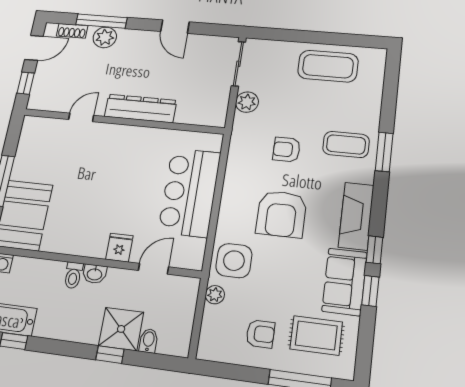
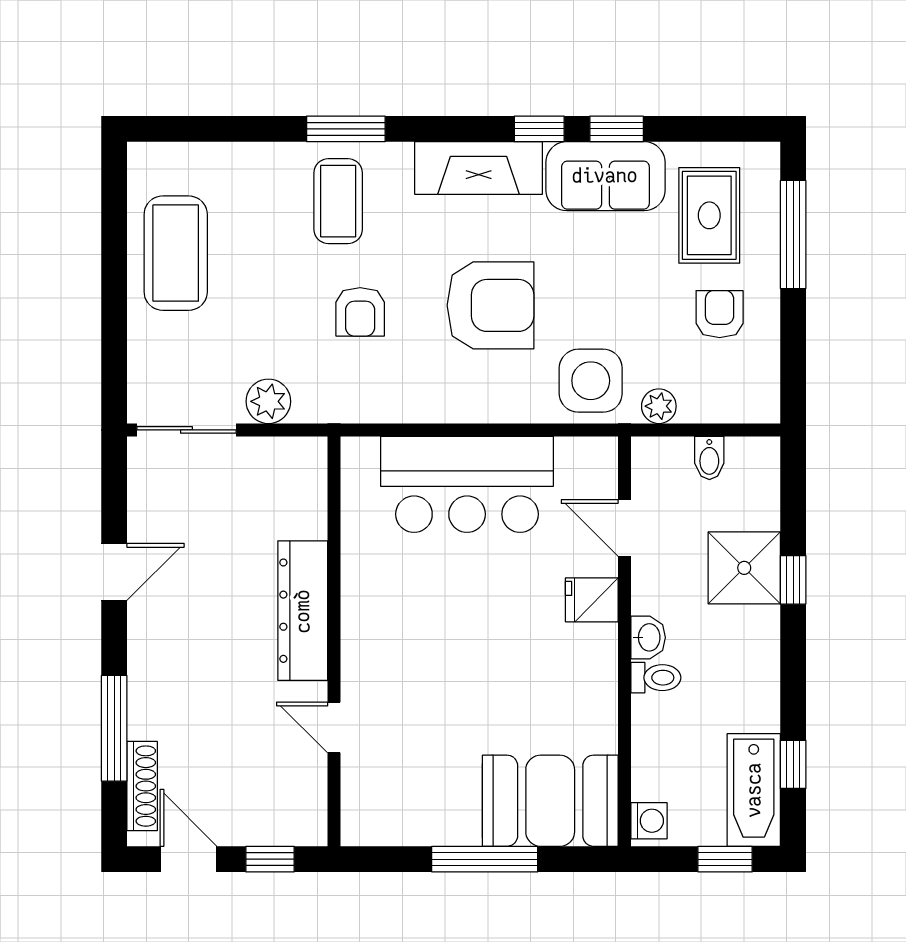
shoe rack: (72, 31) -> (142, 786), width x1.43
plant: (105, 37) -> (151, 714), removed
bidet: (148, 341) -> (709, 458), moved, turned -90

